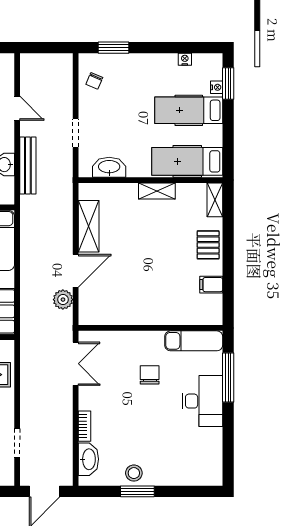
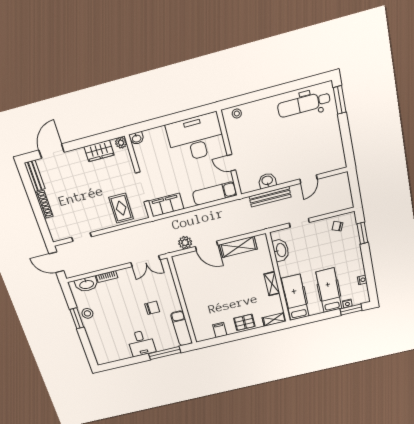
desk: (202, 401) -> (141, 343), width x0.73

